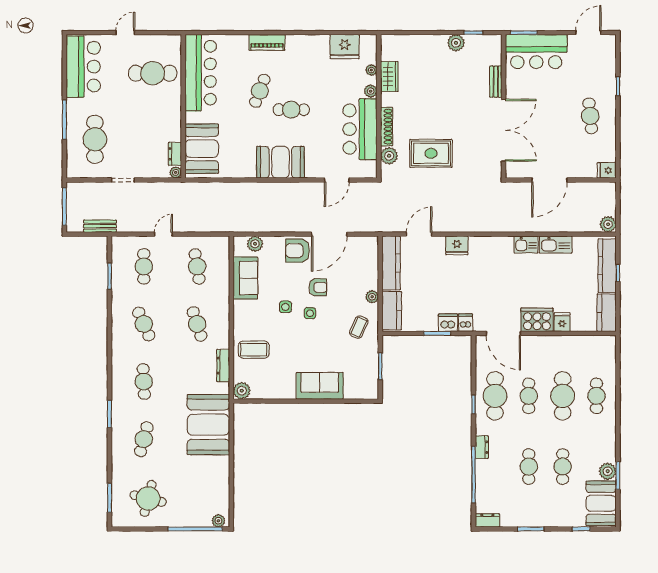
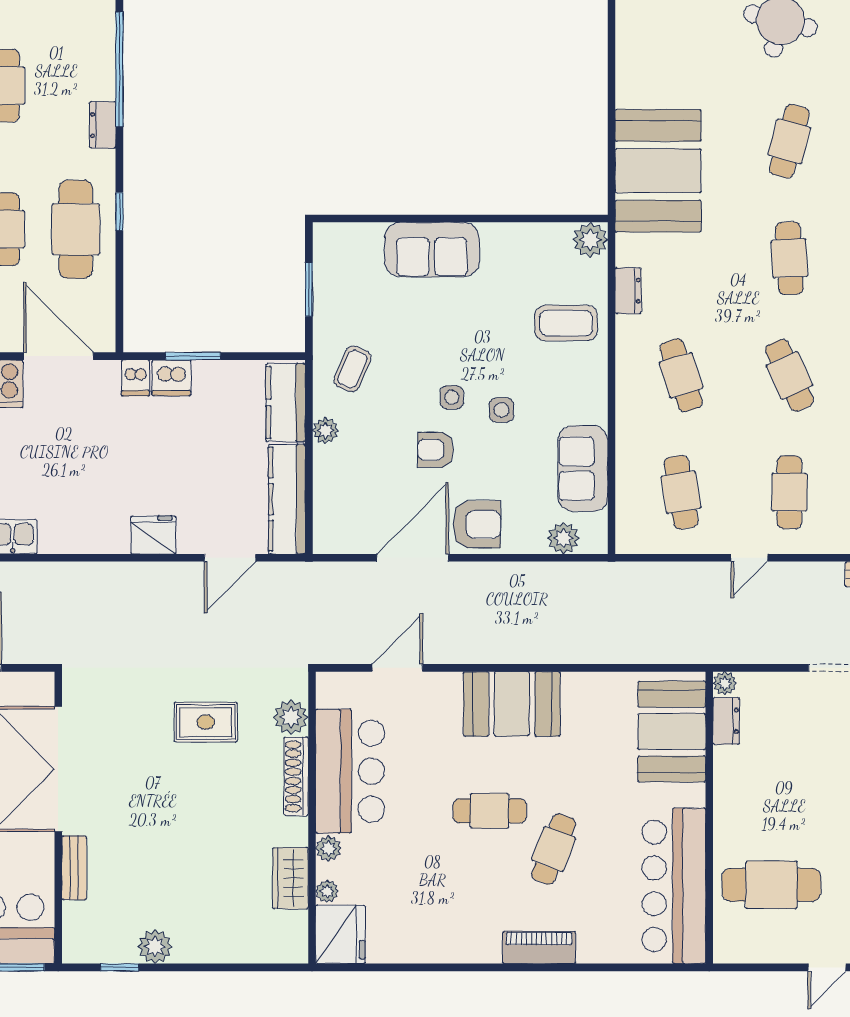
fridge: (345, 47) -> (340, 934), moved, turned 90
rug: (431, 153) -> (206, 722), width x0.73, depth x0.70
dresser: (223, 366) -> (628, 291), width x0.70

